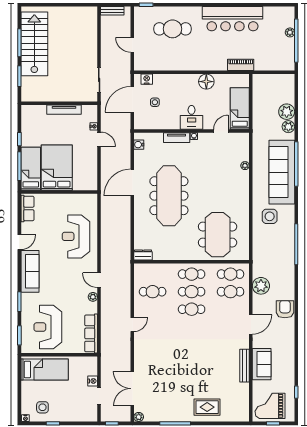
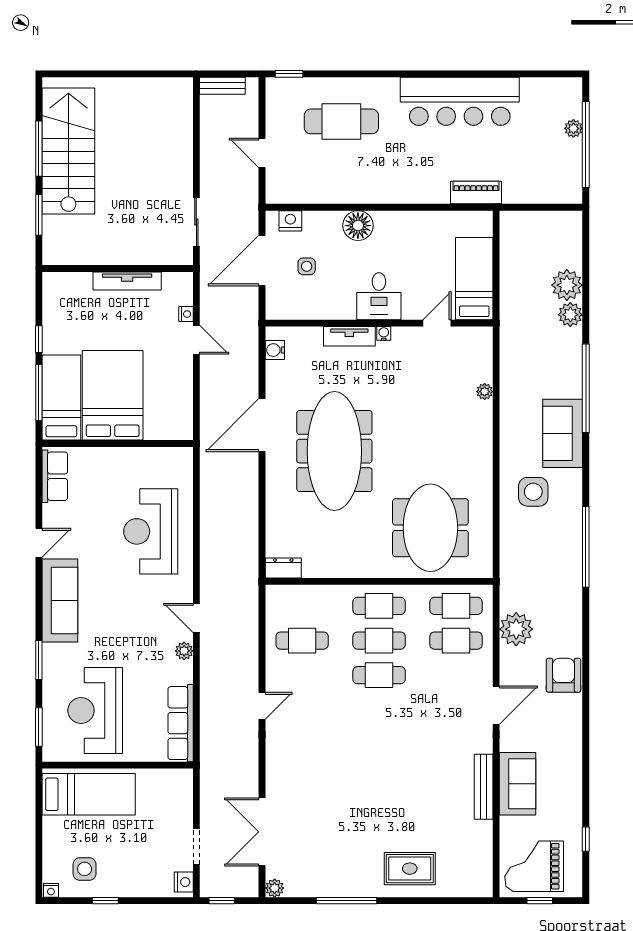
floor lamp: (206, 82) -> (358, 226), moved
sofa: (282, 172) -> (563, 433), width x0.54, depth x0.79
nightstand: (93, 381) -> (184, 882), moved

